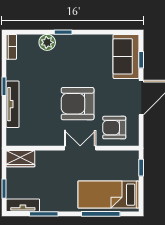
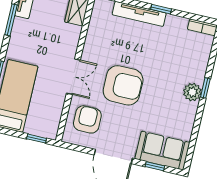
plant: (47, 42) -> (192, 92), moved
armchair: (78, 104) -> (123, 85), turned 90

